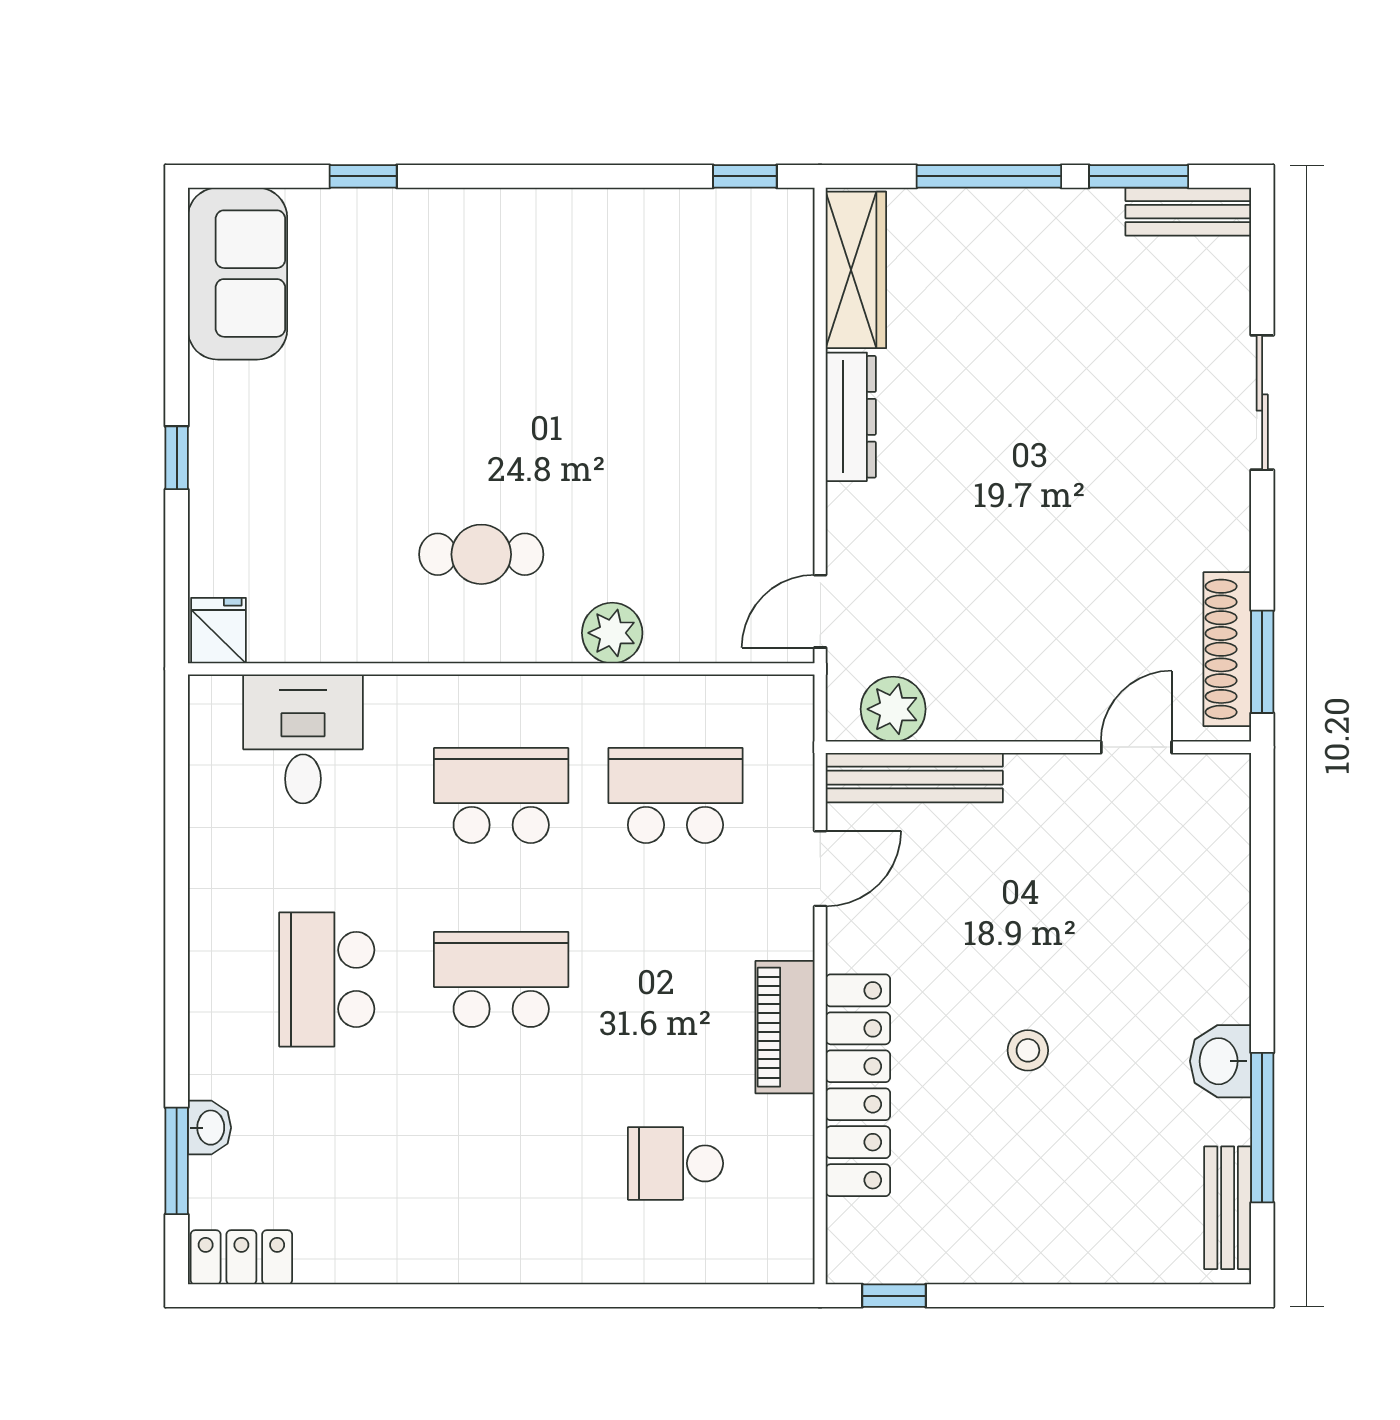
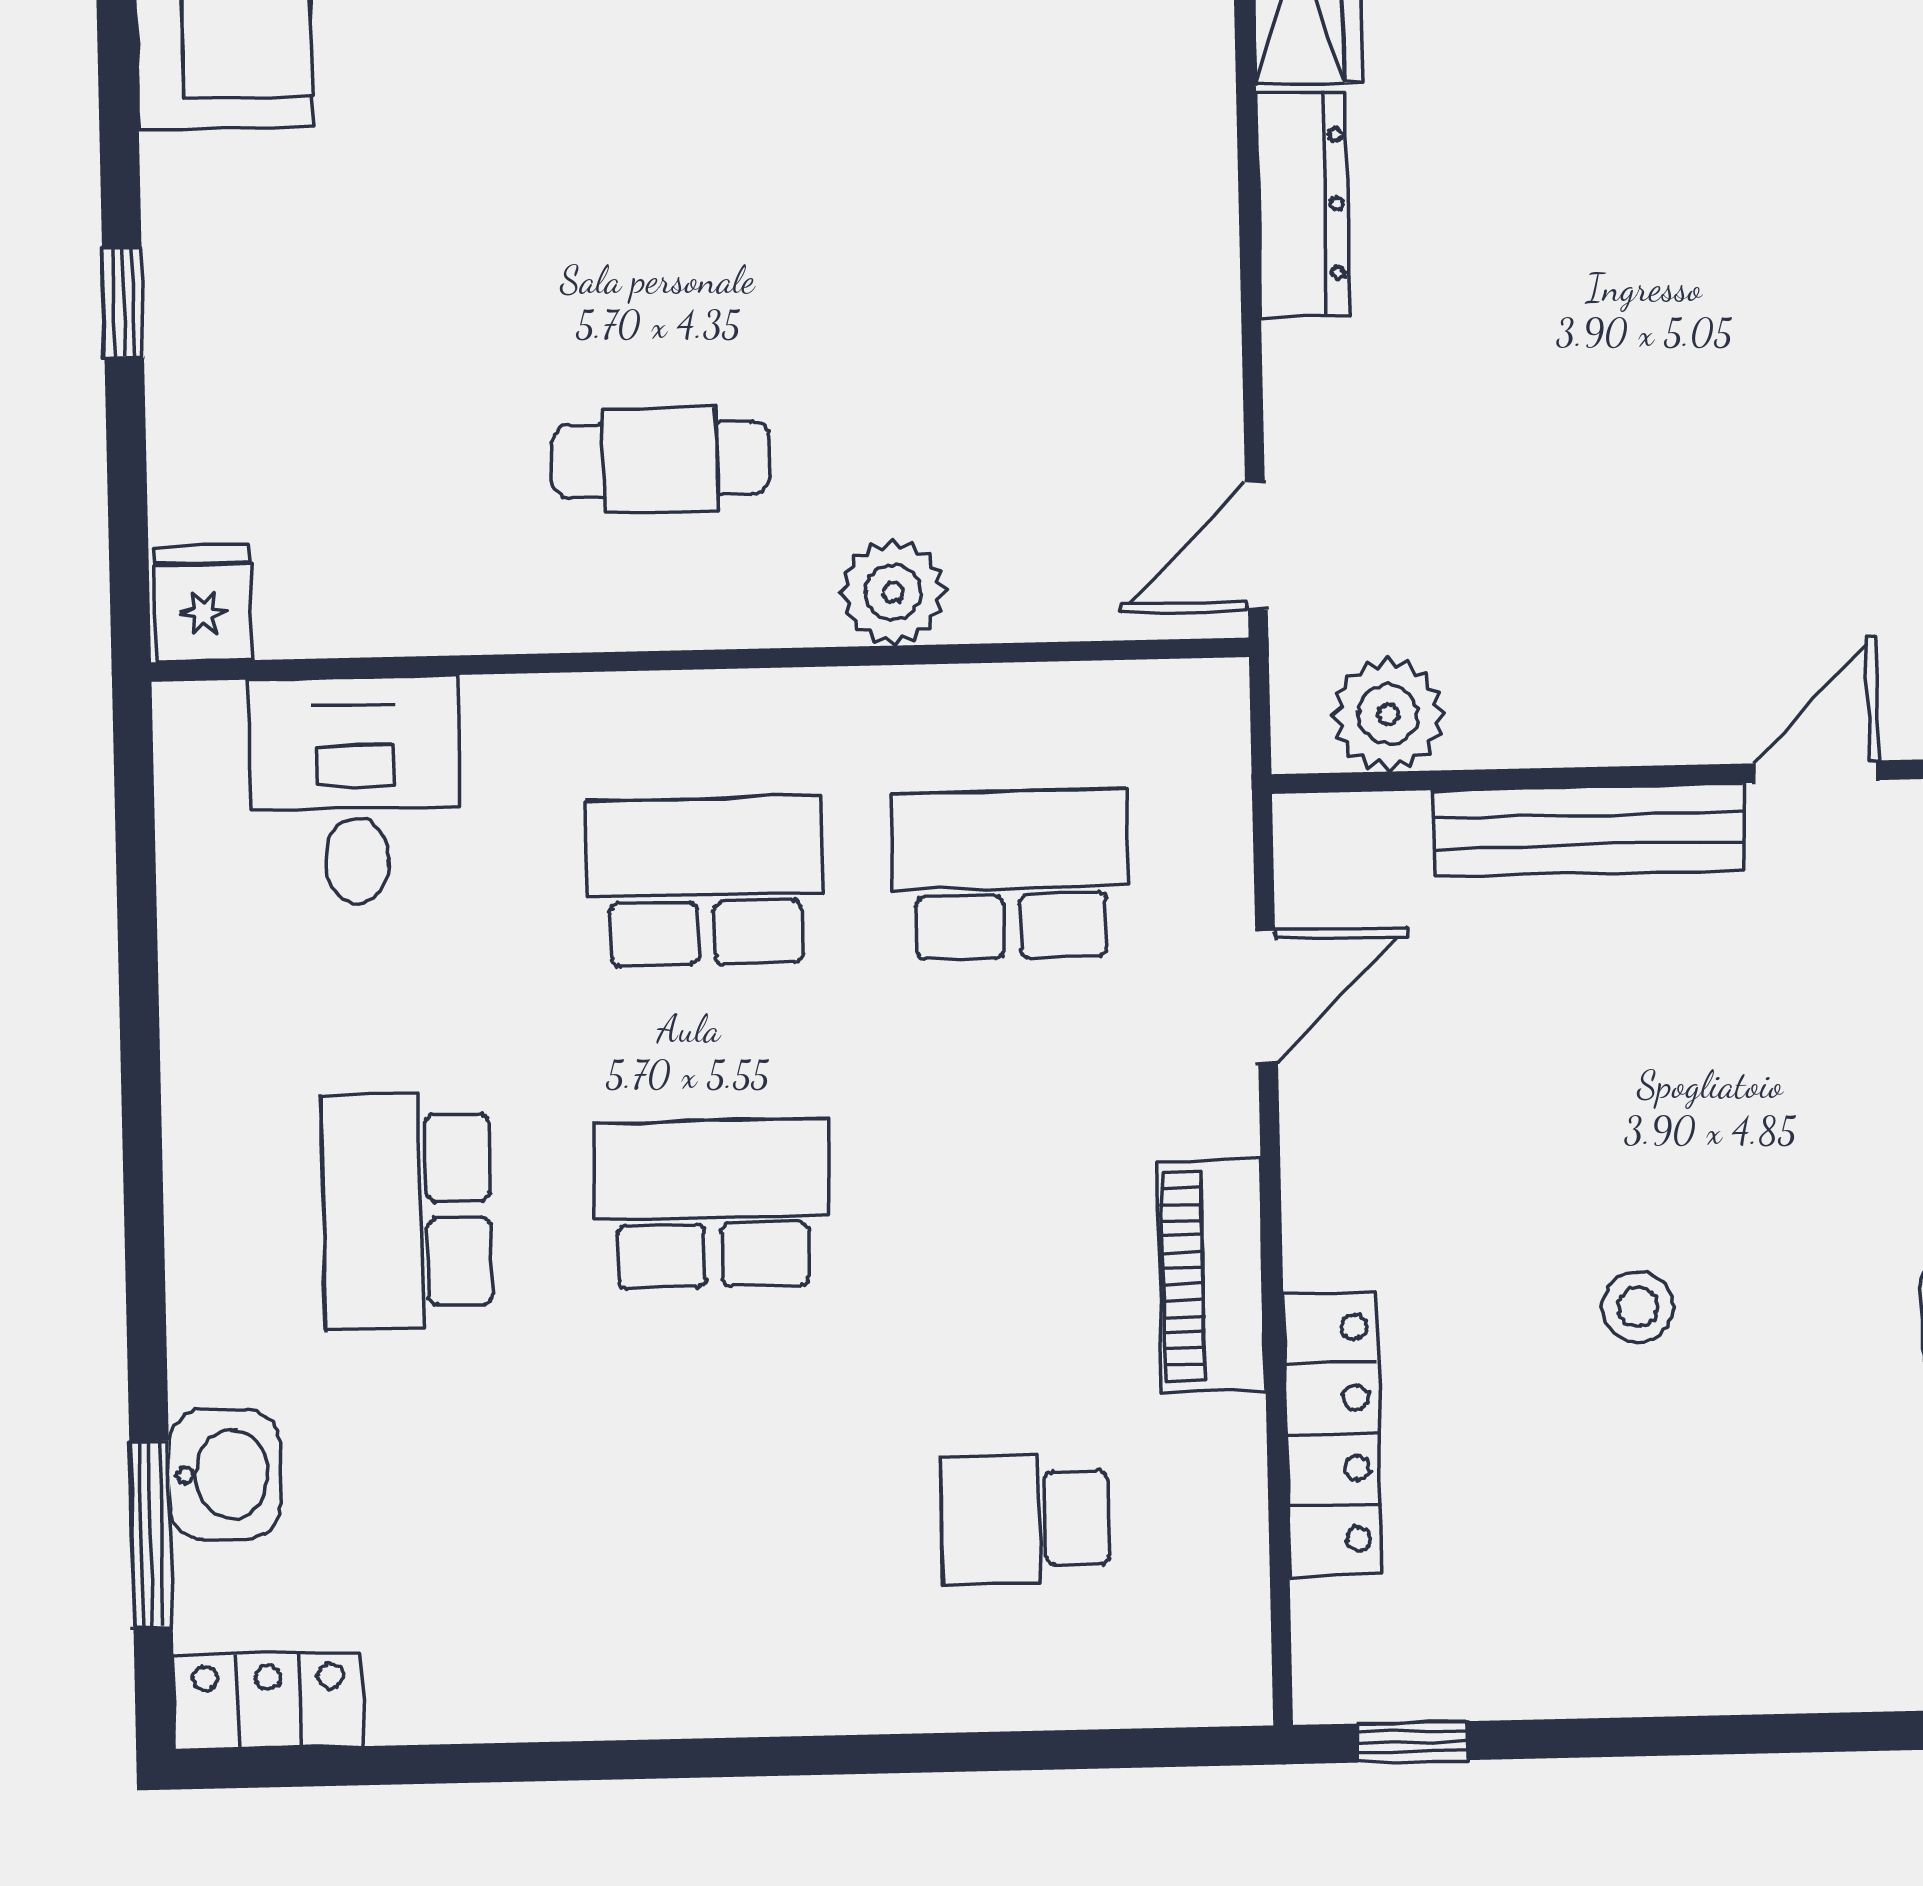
bench: (914, 778) -> (1589, 830), moved
locker: (858, 1085) -> (1333, 1433), width x0.71, depth x0.83
washbasin: (209, 1128) -> (224, 1474), width x1.38, depth x1.45

